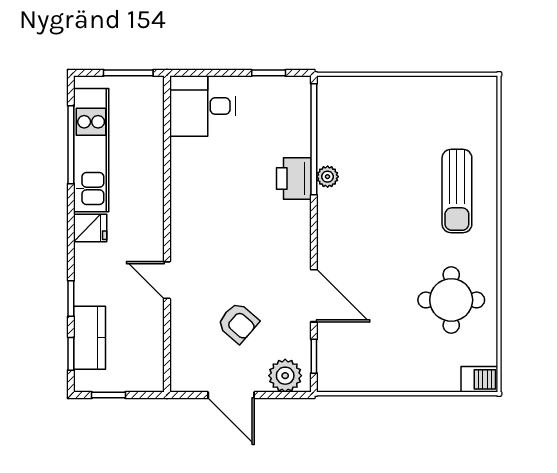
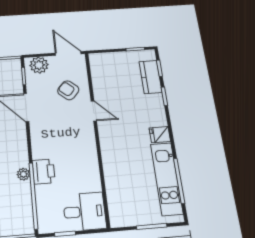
desk: (202, 106) -> (84, 212), moved
wall: (167, 234) -> (97, 136), moved
door: (167, 280) -> (94, 111), moved

